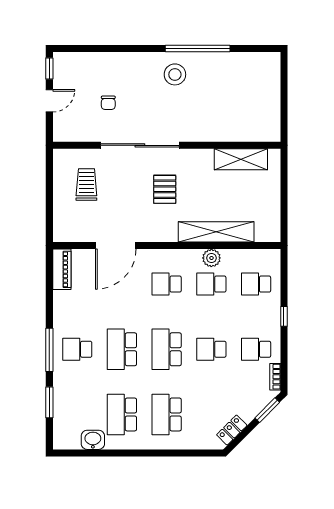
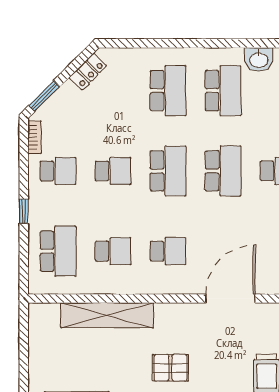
pallet: (165, 189) -> (170, 368), turned 90
plant: (211, 258) -> (113, 283), removed
school desk: (256, 284) -> (58, 251), width x1.85

